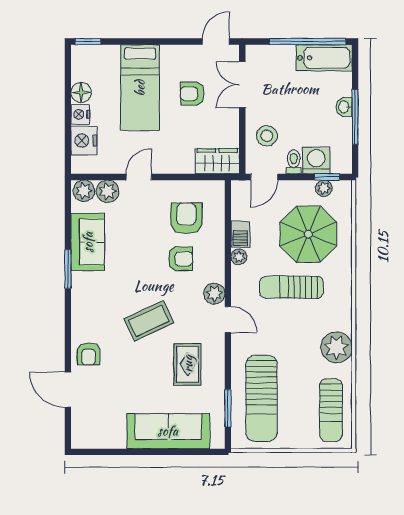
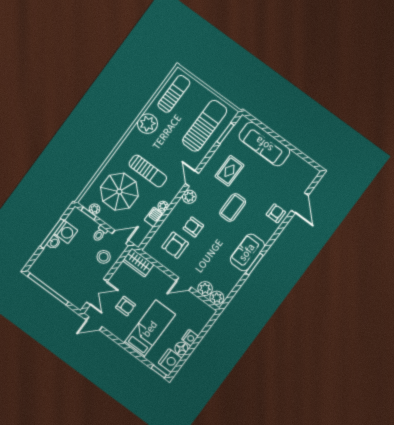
bathtub: (324, 58) -> (46, 275), removed
nightstand: (84, 141) -> (170, 361), moved
washing machine: (316, 160) -> (66, 232), moved, turned -90
sofa: (88, 242) -> (247, 252), moved
coffee table: (149, 321) -> (233, 207), turned -65

